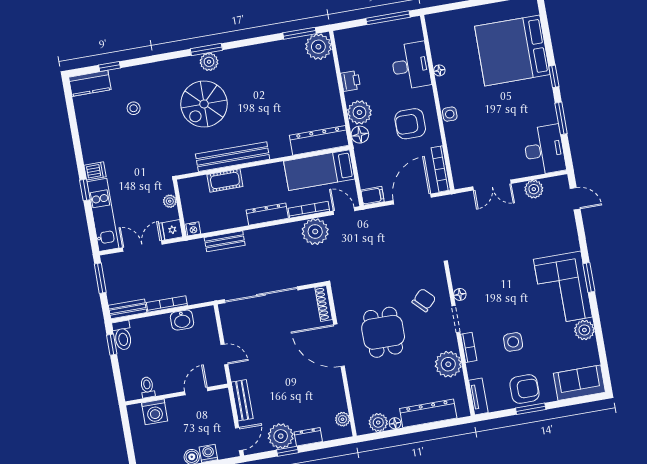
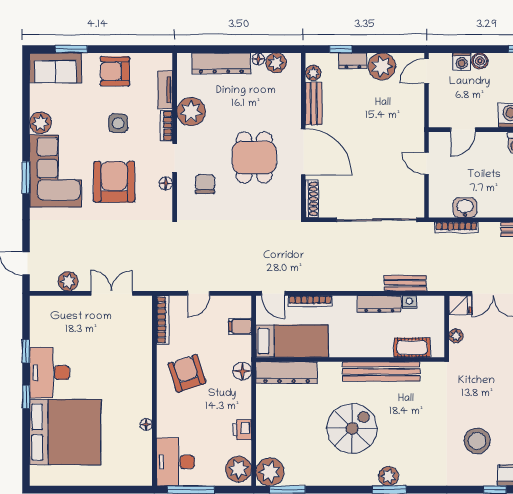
desk: (411, 66) -> (175, 462), moved
spiral stairs: (204, 104) -> (352, 428), moved
stool: (134, 108) -> (477, 441), width x1.89, depth x1.89
plant: (359, 112) -> (239, 469), moved
side table: (450, 114) -> (143, 376), removed
window: (561, 118) -> (26, 351), width x0.67
armchair: (410, 124) -> (187, 373), turned -108
desk: (544, 150) -> (50, 373), moved
cot: (225, 180) -> (412, 348), moved
filing cabinet: (373, 196) -> (240, 326), moved
door: (412, 199) -> (199, 293), width x0.53
dresser: (267, 214) -> (379, 304), moved
nightstand: (193, 229) -> (409, 302), moved
plant: (315, 232) -> (307, 277), removed
armchair: (507, 288) -> (114, 182), added
chair: (424, 300) -> (205, 184), turned 135
bookcase: (167, 304) -> (456, 227), moved
tv unit: (478, 396) -> (165, 90), moved
bench: (242, 400) -> (314, 103), moved
window: (531, 409) -> (71, 49), moved
window: (288, 451) -> (341, 49), moved

